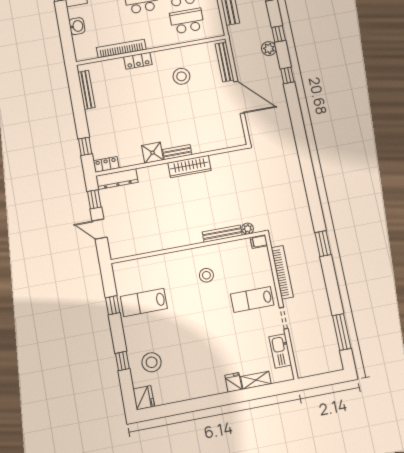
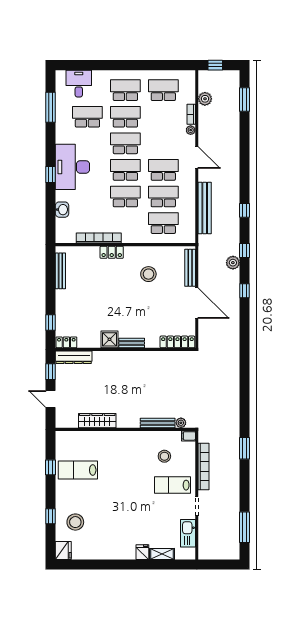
locker: (227, 142) -> (177, 342), added
wardrobe: (189, 167) -> (97, 421), moved, turned 180
stool: (206, 275) -> (164, 456), moved

